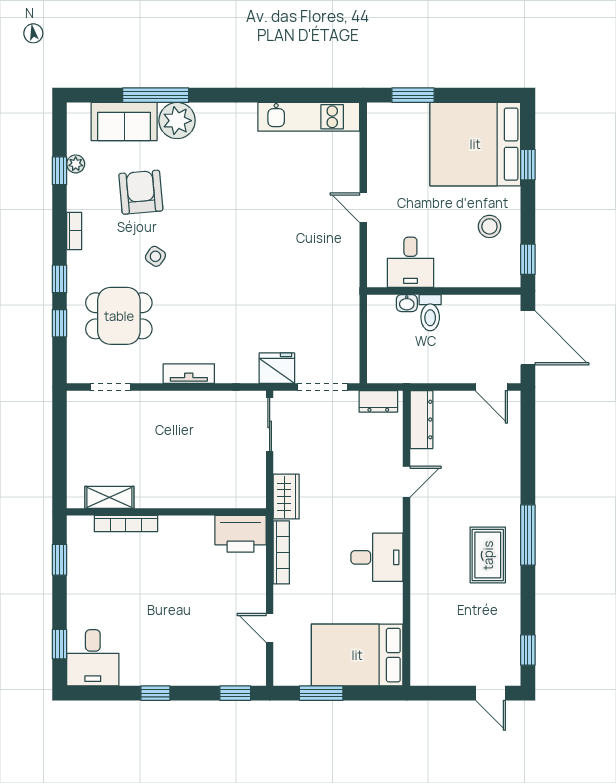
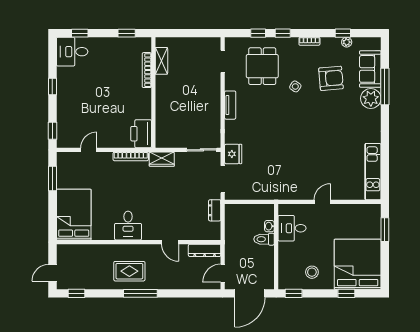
dresser: (421, 420) -> (205, 250), moved
door: (407, 482) -> (170, 242), moved
wall: (407, 538) -> (139, 242), moved
desk: (377, 557) -> (128, 226), moved
bed: (357, 655) -> (74, 215), moved

